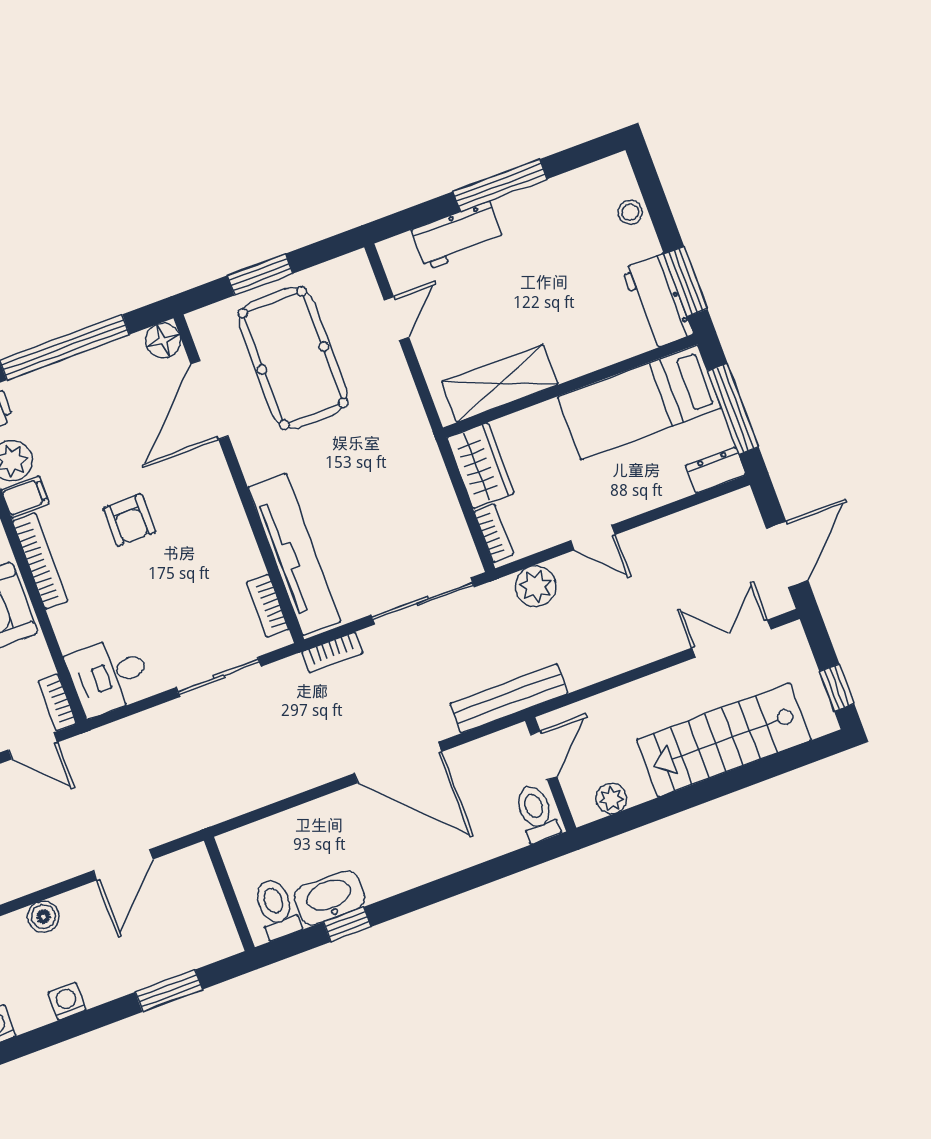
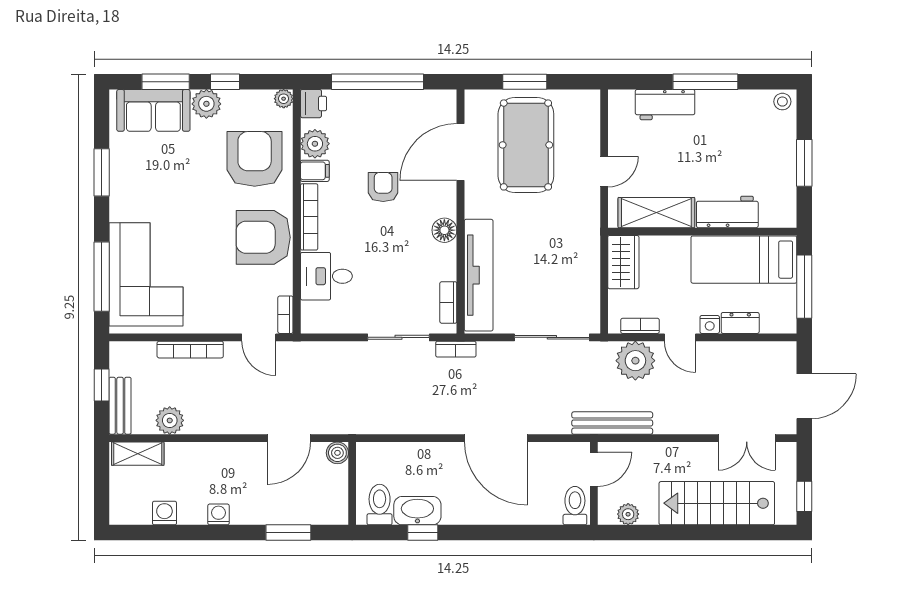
stool: (630, 212) -> (782, 102), moved
window: (686, 281) -> (804, 163), moved
workbench: (658, 301) -> (727, 212), moved, turned 90
door: (397, 319) -> (604, 172), moved
floor lamp: (163, 341) -> (444, 230), moved
dresser: (716, 470) -> (740, 323), moved
nightstand: (626, 506) -> (710, 324), added
armchair: (129, 520) -> (383, 187), moved, turned 180
bookcase: (494, 533) -> (640, 326), moved, turned -90
plant: (536, 586) -> (635, 361), width x1.36, depth x1.36
double door: (731, 639) -> (747, 438), swing flipped
bookcase: (332, 652) -> (456, 349), moved
desk: (109, 676) -> (326, 276), moved
bench: (509, 699) -> (612, 423), moved
boiler: (43, 917) -> (337, 453), moved

